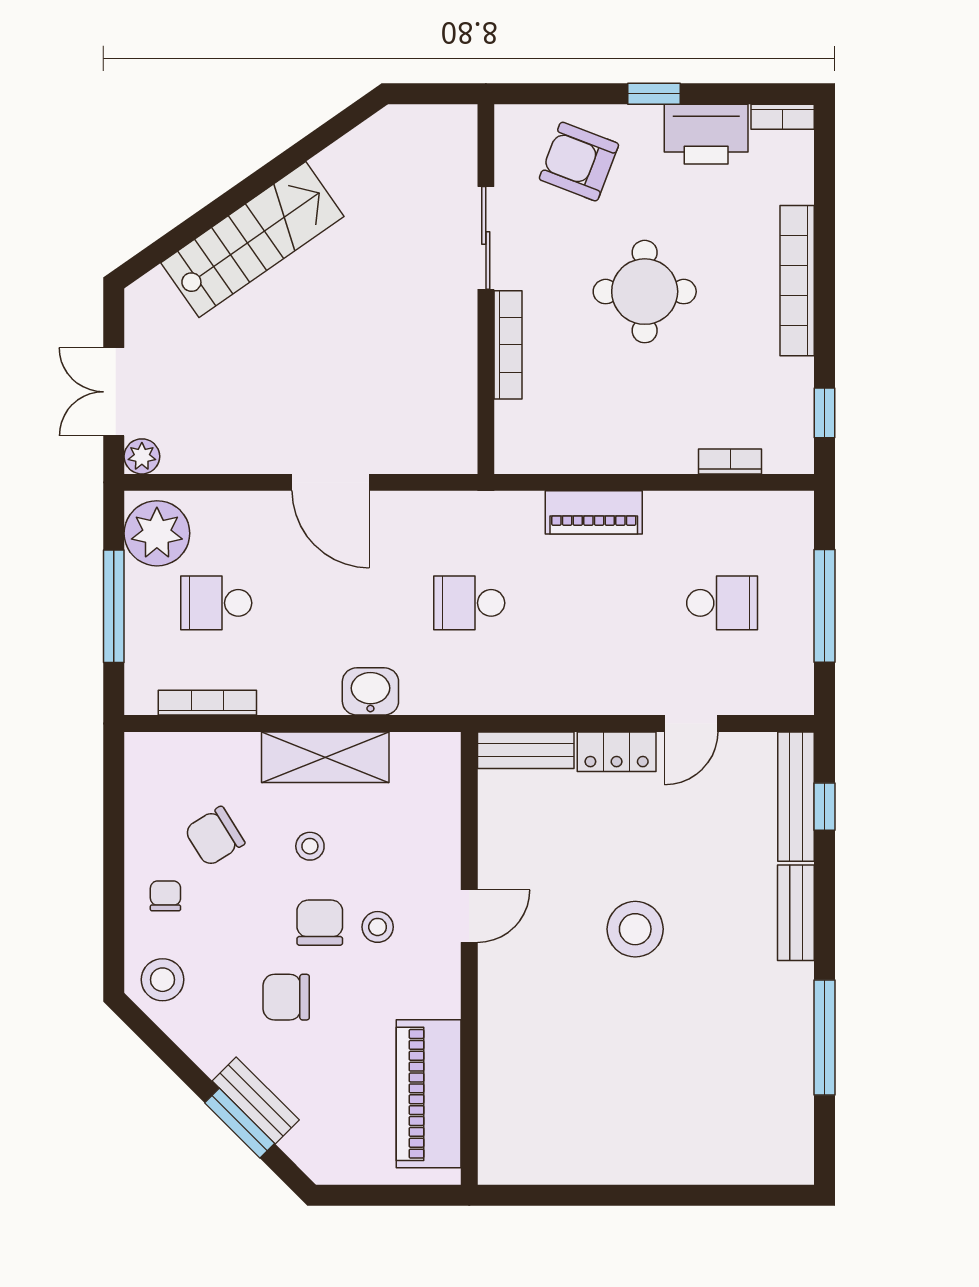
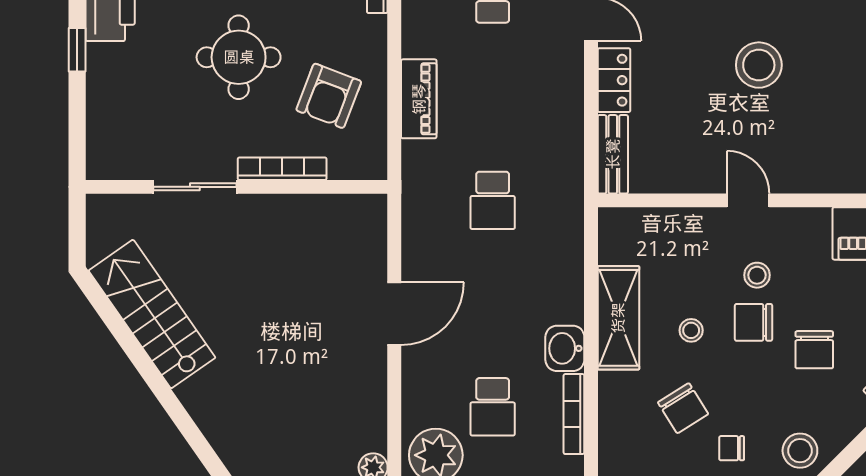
armchair: (579, 162) -> (329, 96), moved
stairs: (252, 240) -> (152, 314), moved
washbasin: (370, 691) -> (565, 348), moved

